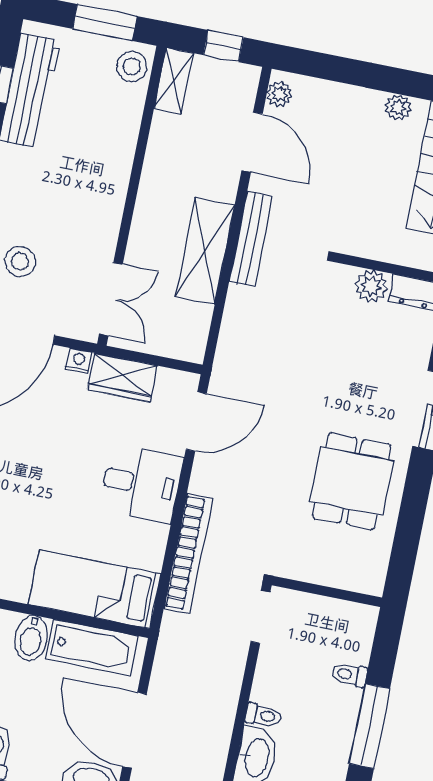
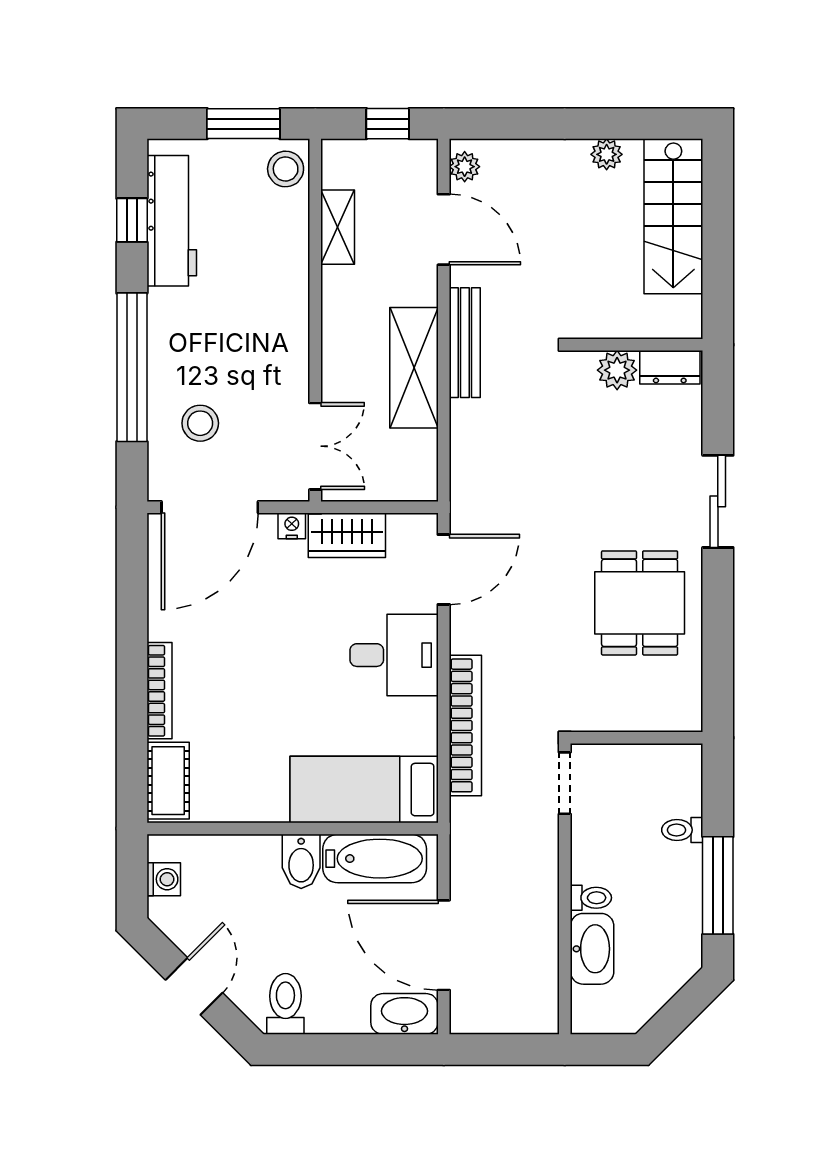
shelving: (174, 81) -> (338, 227), moved

